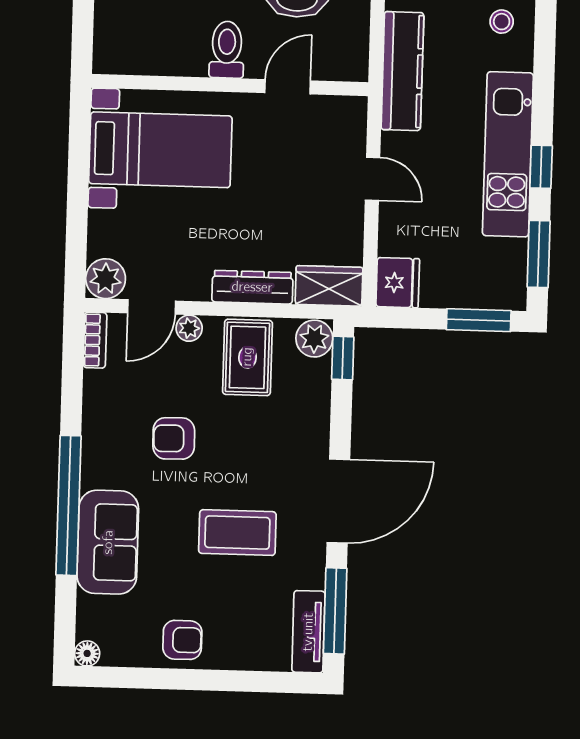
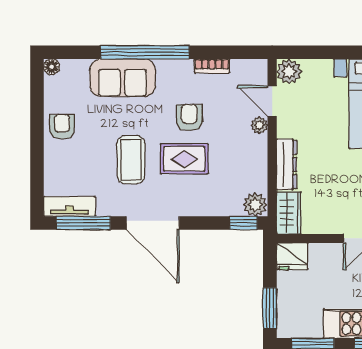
bookcase: (95, 340) -> (212, 66), moved
rug: (247, 357) -> (184, 159), moved
armchair: (182, 640) -> (62, 127), turned 180

